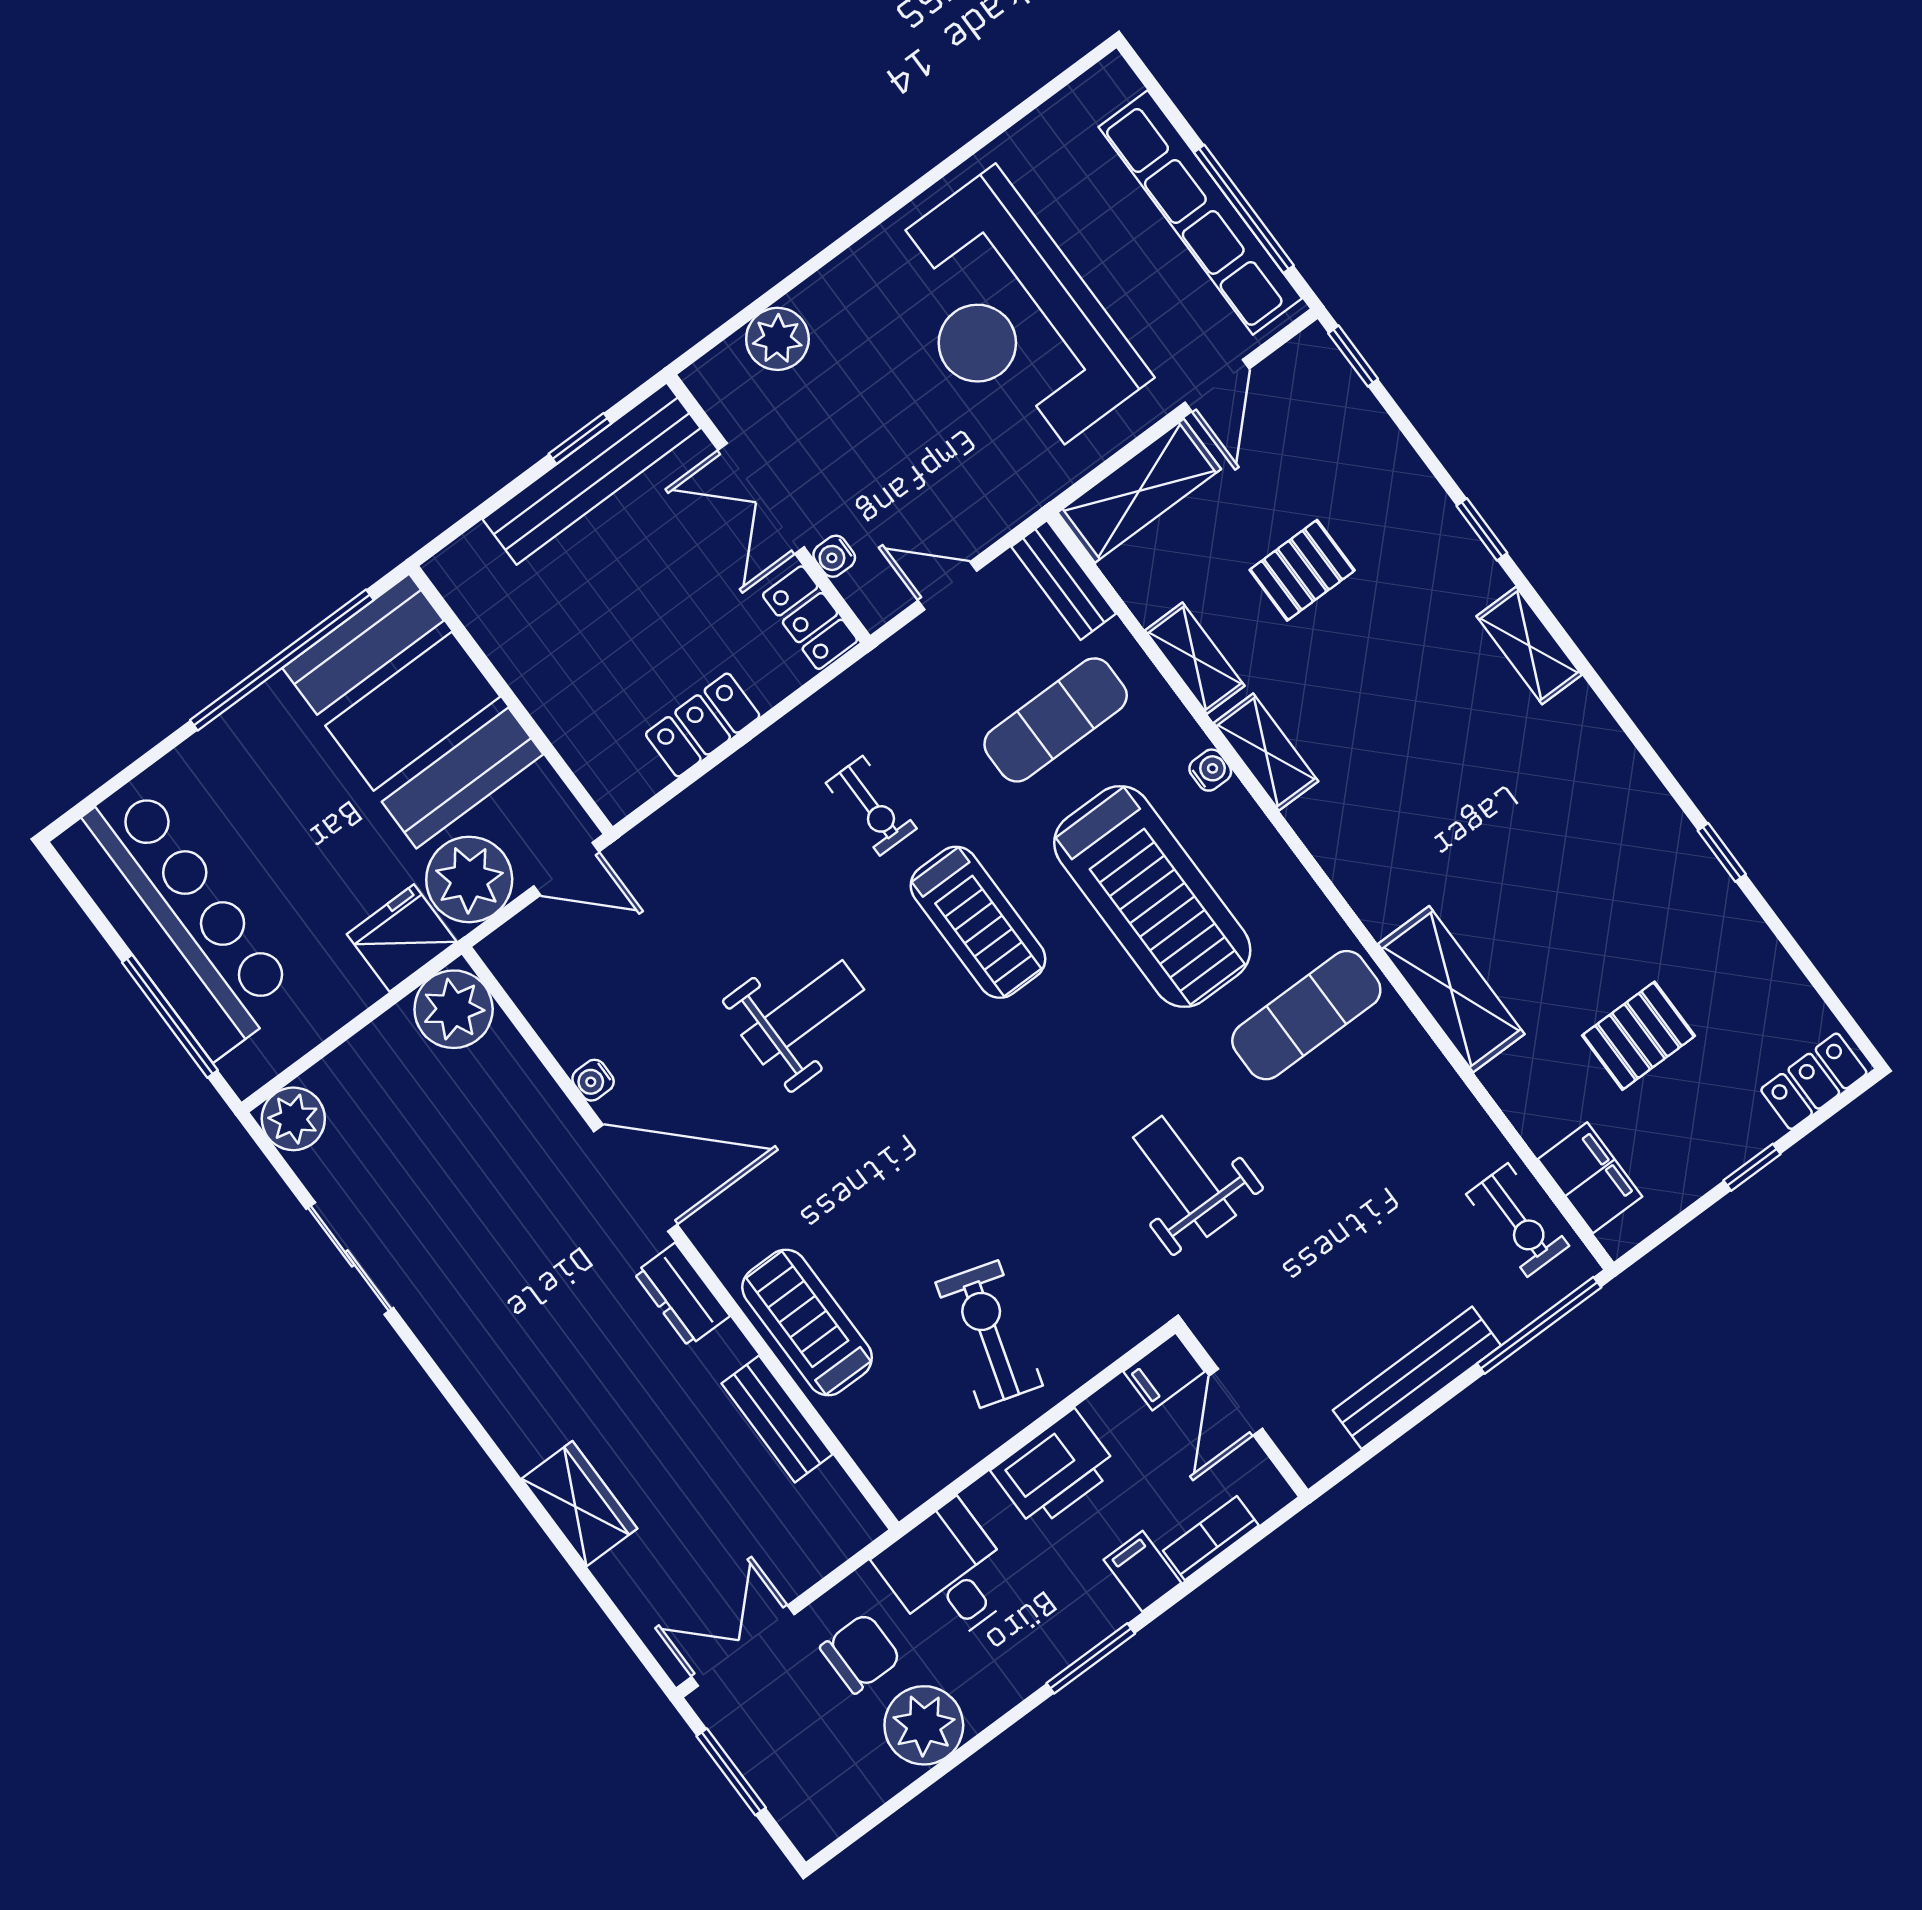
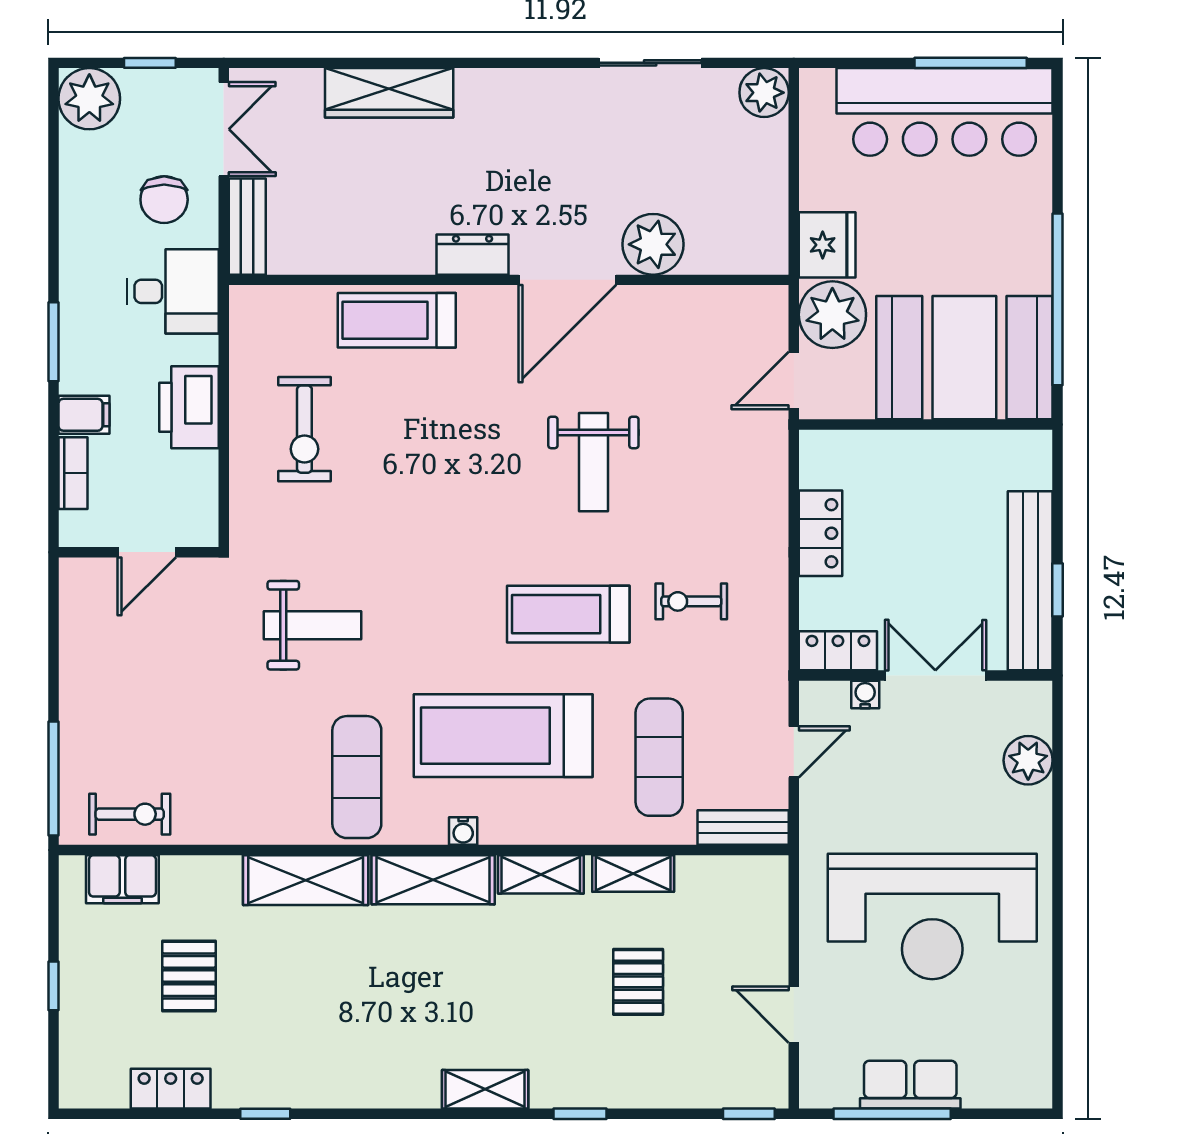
row of seats: (1200, 213) -> (910, 1085), width x0.50
reception desk: (1011, 318) -> (932, 916), turned 180
shelving: (1139, 491) -> (433, 880), moved, turned 90
water cooler: (1210, 770) -> (463, 831), moved
plant: (454, 1009) -> (653, 244), moved
window: (170, 1016) -> (971, 63), moved
water cooler: (593, 1080) -> (649, 299), removed
locker: (1814, 1081) -> (171, 1089), moved, turned -90
exercise bike: (1518, 1220) -> (130, 814), turned 180
treadmill: (807, 1322) -> (397, 320), turned 180
exercise bike: (989, 1334) -> (304, 429), turned 73
filing cabinet: (1164, 1372) -> (199, 522), removed
bench: (1417, 1378) -> (78, 677), removed
door: (1236, 1402) -> (147, 552), swing flipped
bench: (777, 1419) -> (247, 227), moved, turned 90
wardrobe: (579, 1504) -> (389, 93), width x1.50
plant: (924, 1725) -> (89, 99), moved
window: (731, 1772) -> (150, 63), width x0.67

